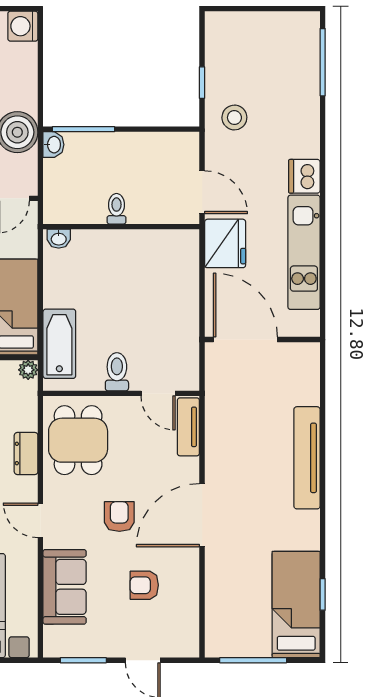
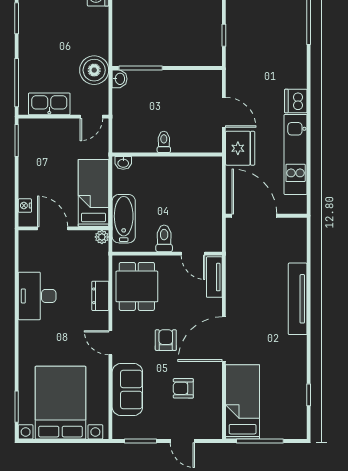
stool: (234, 118) -> (247, 60), removed
toilet: (116, 209) -> (164, 142), moved
wall: (121, 227) -> (167, 154), moved
washbasin: (59, 239) -> (123, 163), moved
bed: (296, 604) -> (243, 402), moved

